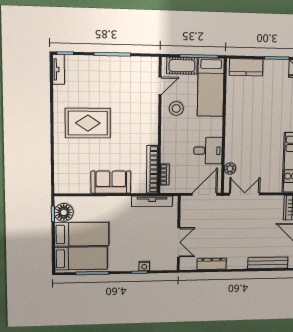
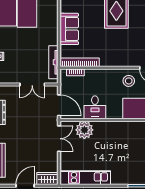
plant: (230, 169) -> (84, 130), width x1.87, depth x1.87
double door: (179, 242) -> (32, 84), moved

